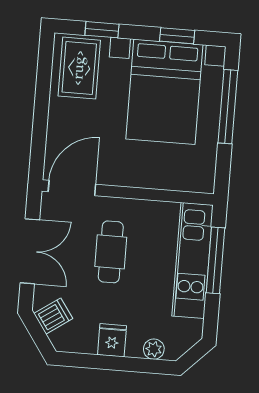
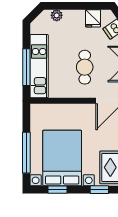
fridge: (112, 340) -> (93, 18), moved

